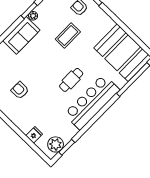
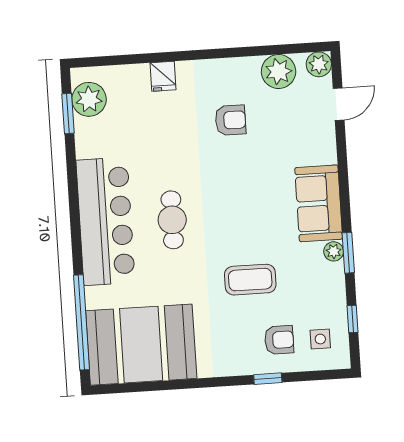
coffee table: (68, 35) -> (250, 280), turned 90
fridge: (34, 135) -> (163, 76), moved

